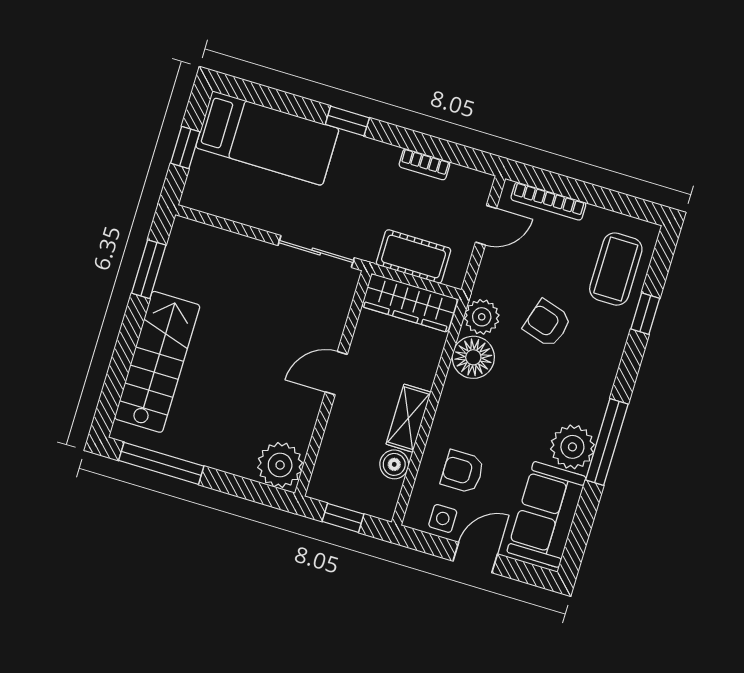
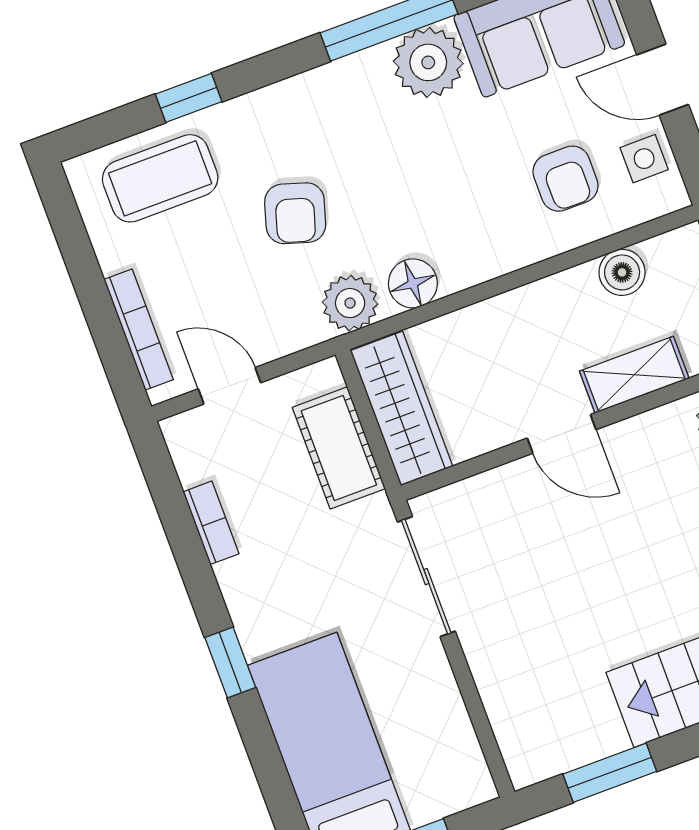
floor lamp: (473, 357) -> (413, 283), width x0.73, depth x0.73
shelving: (408, 418) -> (634, 375), moved

